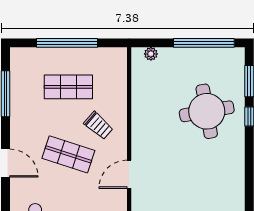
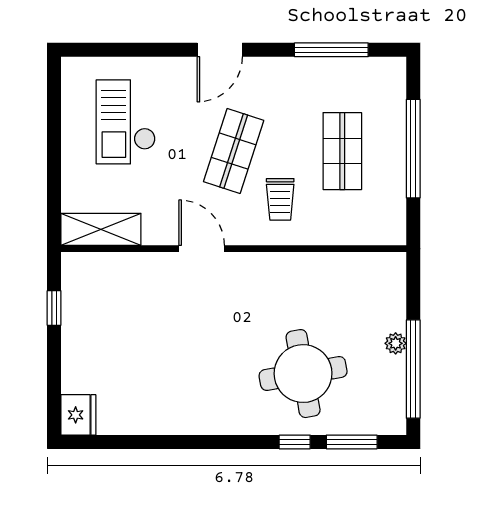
plant: (151, 54) -> (396, 343), moved
trolley: (98, 125) -> (280, 199), turned -41

